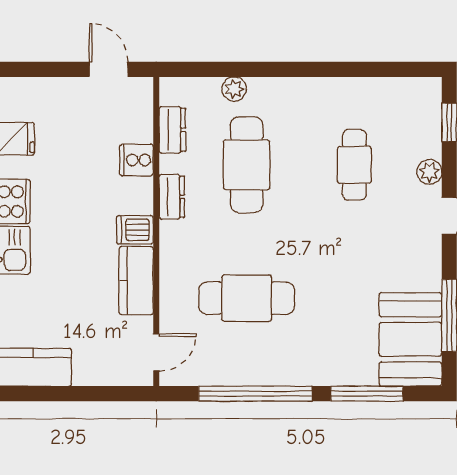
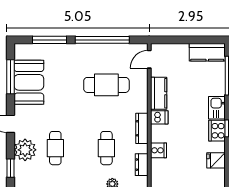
cafe table: (247, 165) -> (106, 148), width x0.73, depth x0.74
plant: (429, 172) -> (25, 150), width x1.87, depth x1.87
dresser: (172, 197) -> (142, 128), width x1.44
booth: (410, 339) -> (29, 82), moved

